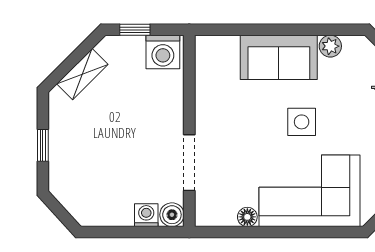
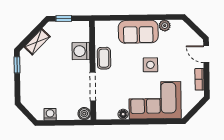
washing machine: (163, 52) -> (81, 51), moved, turned 90
coffee table: (212, 108) -> (104, 58), added
window: (43, 145) -> (17, 65), moved
washing machine: (146, 215) -> (50, 114), moved

